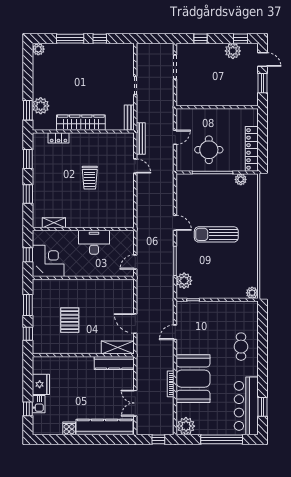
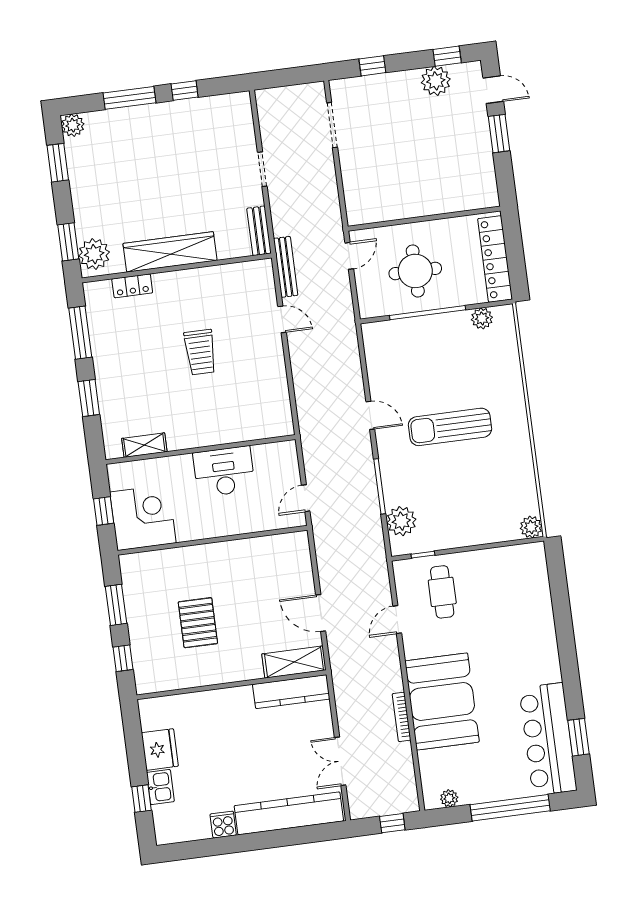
window: (28, 68) -> (58, 163), added
plant: (41, 106) -> (94, 254), moved
wall: (217, 107) -> (424, 219), moved
window: (28, 159) -> (80, 333), width x1.44
cafe table: (241, 347) -> (442, 592), moved
plant: (186, 426) -> (449, 798), width x0.53, depth x0.53

